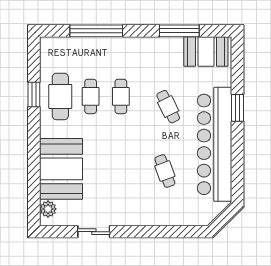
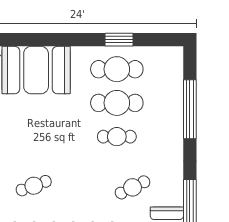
cafe table: (91, 96) -> (117, 103), width x1.37, depth x1.35
cafe table: (168, 107) -> (133, 187), moved

